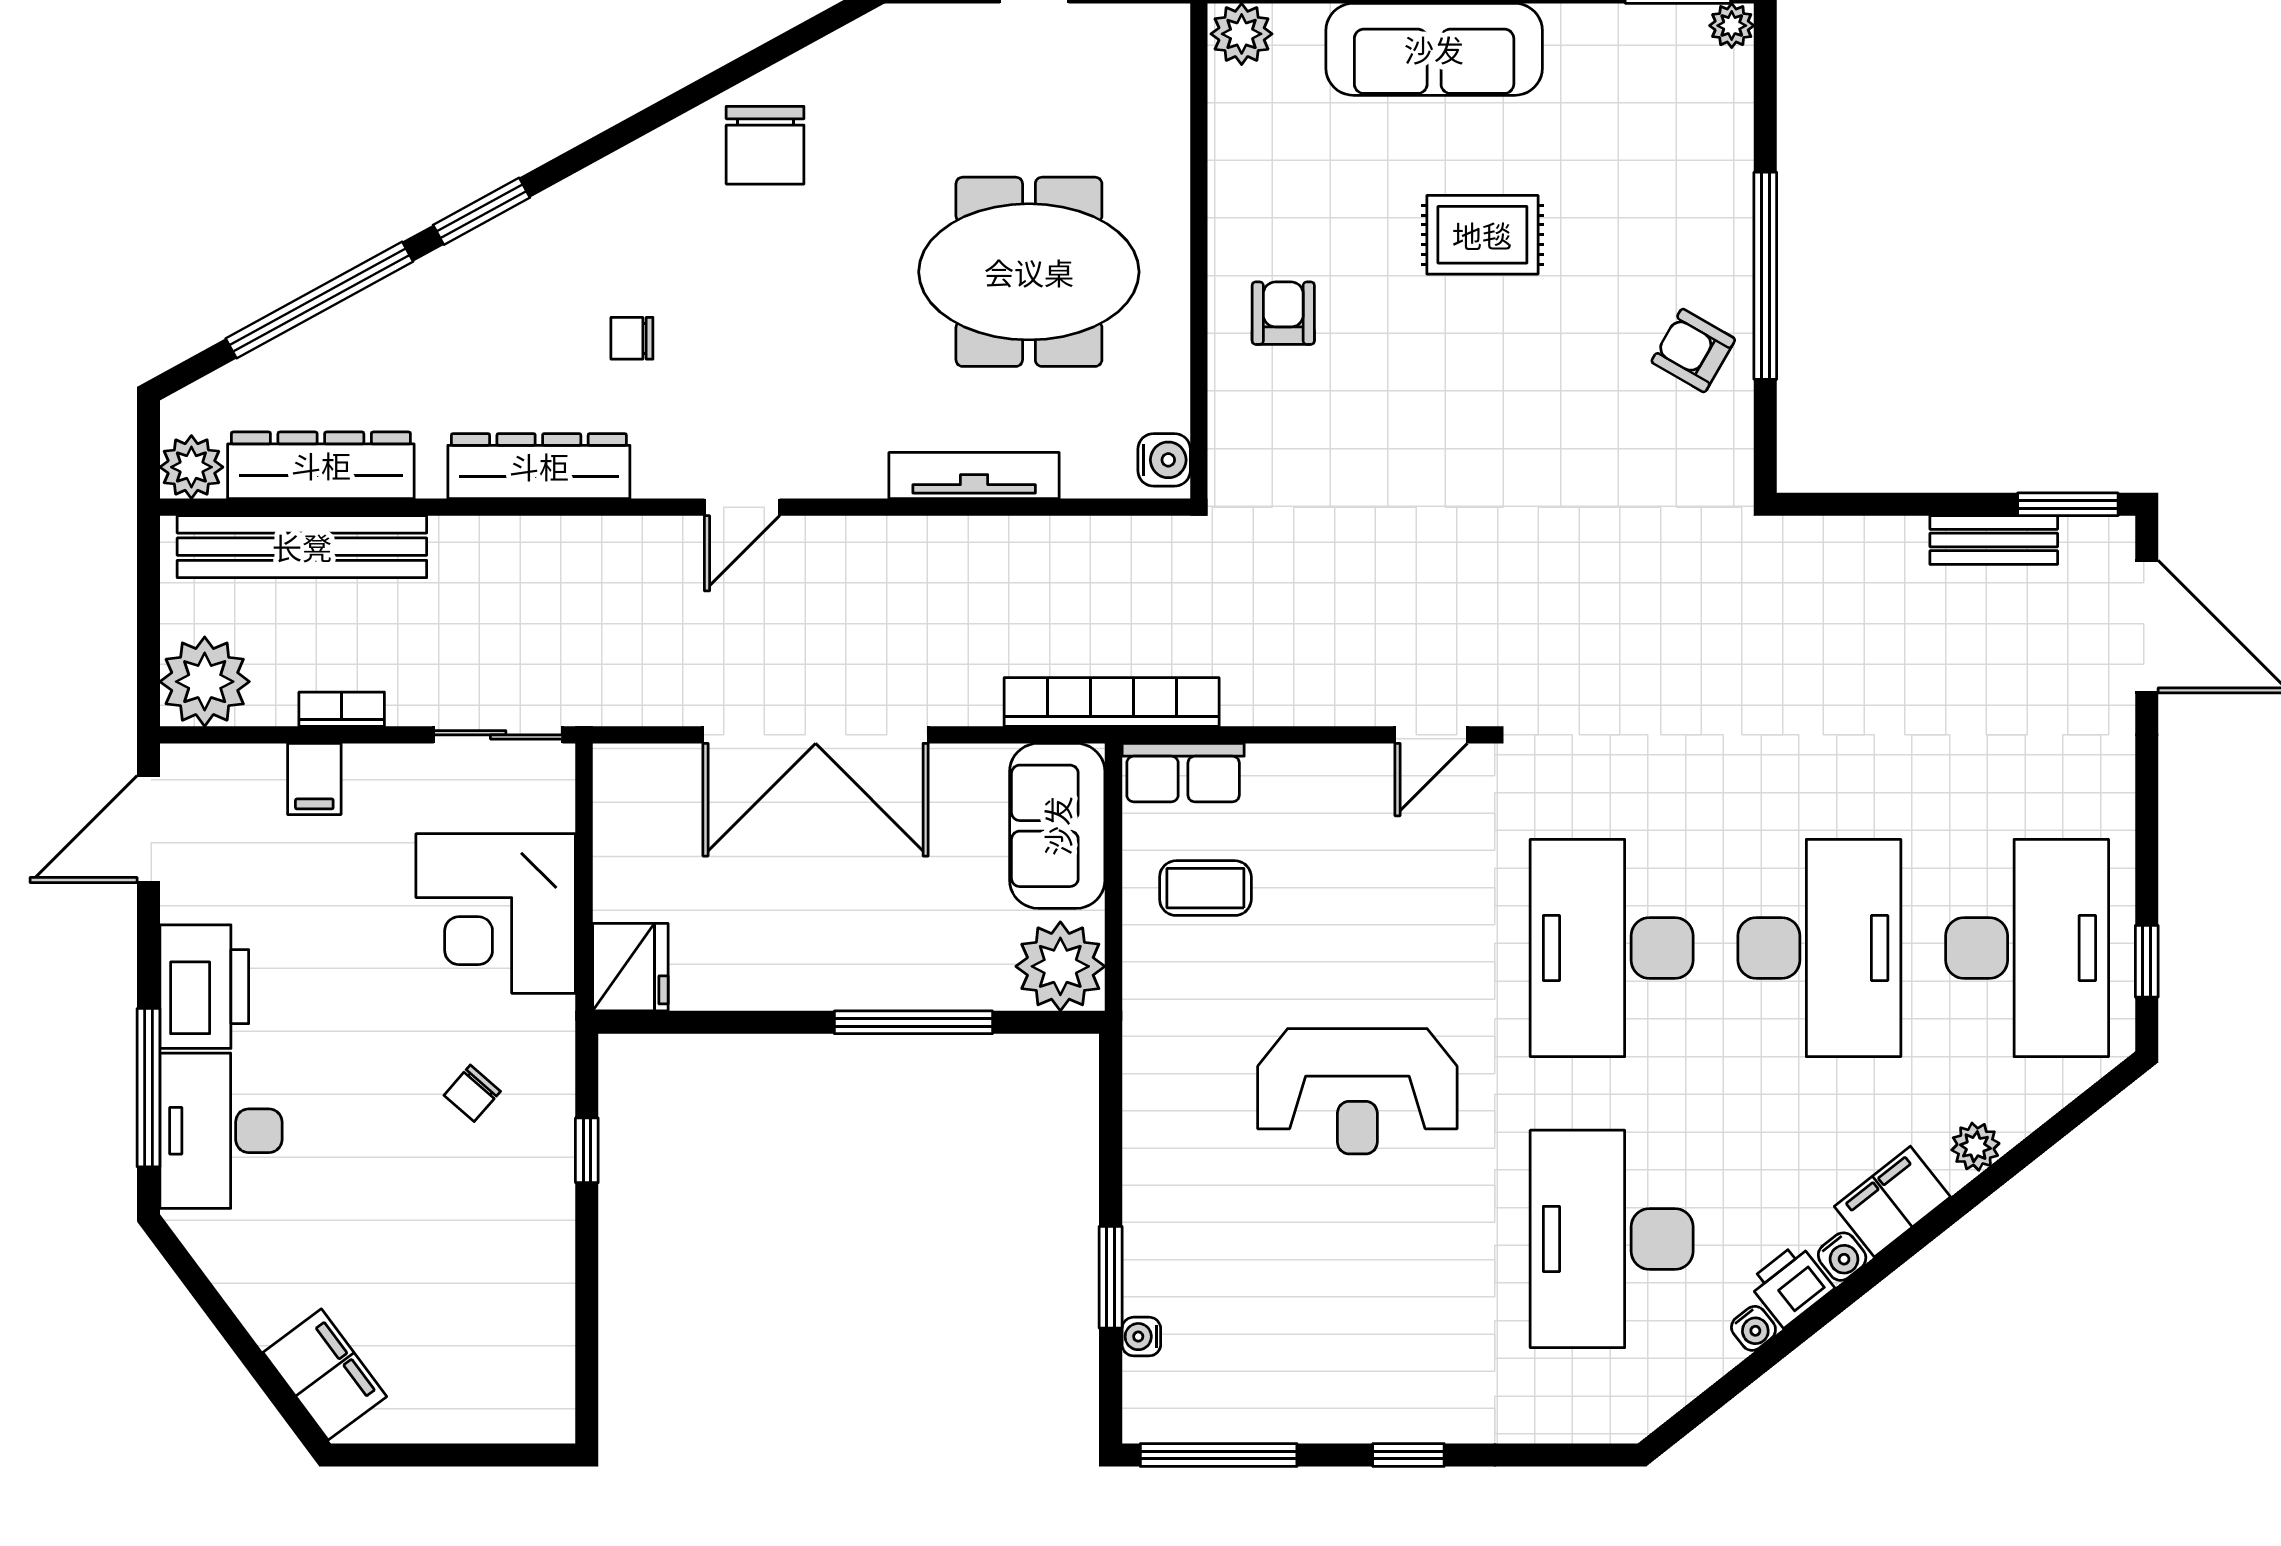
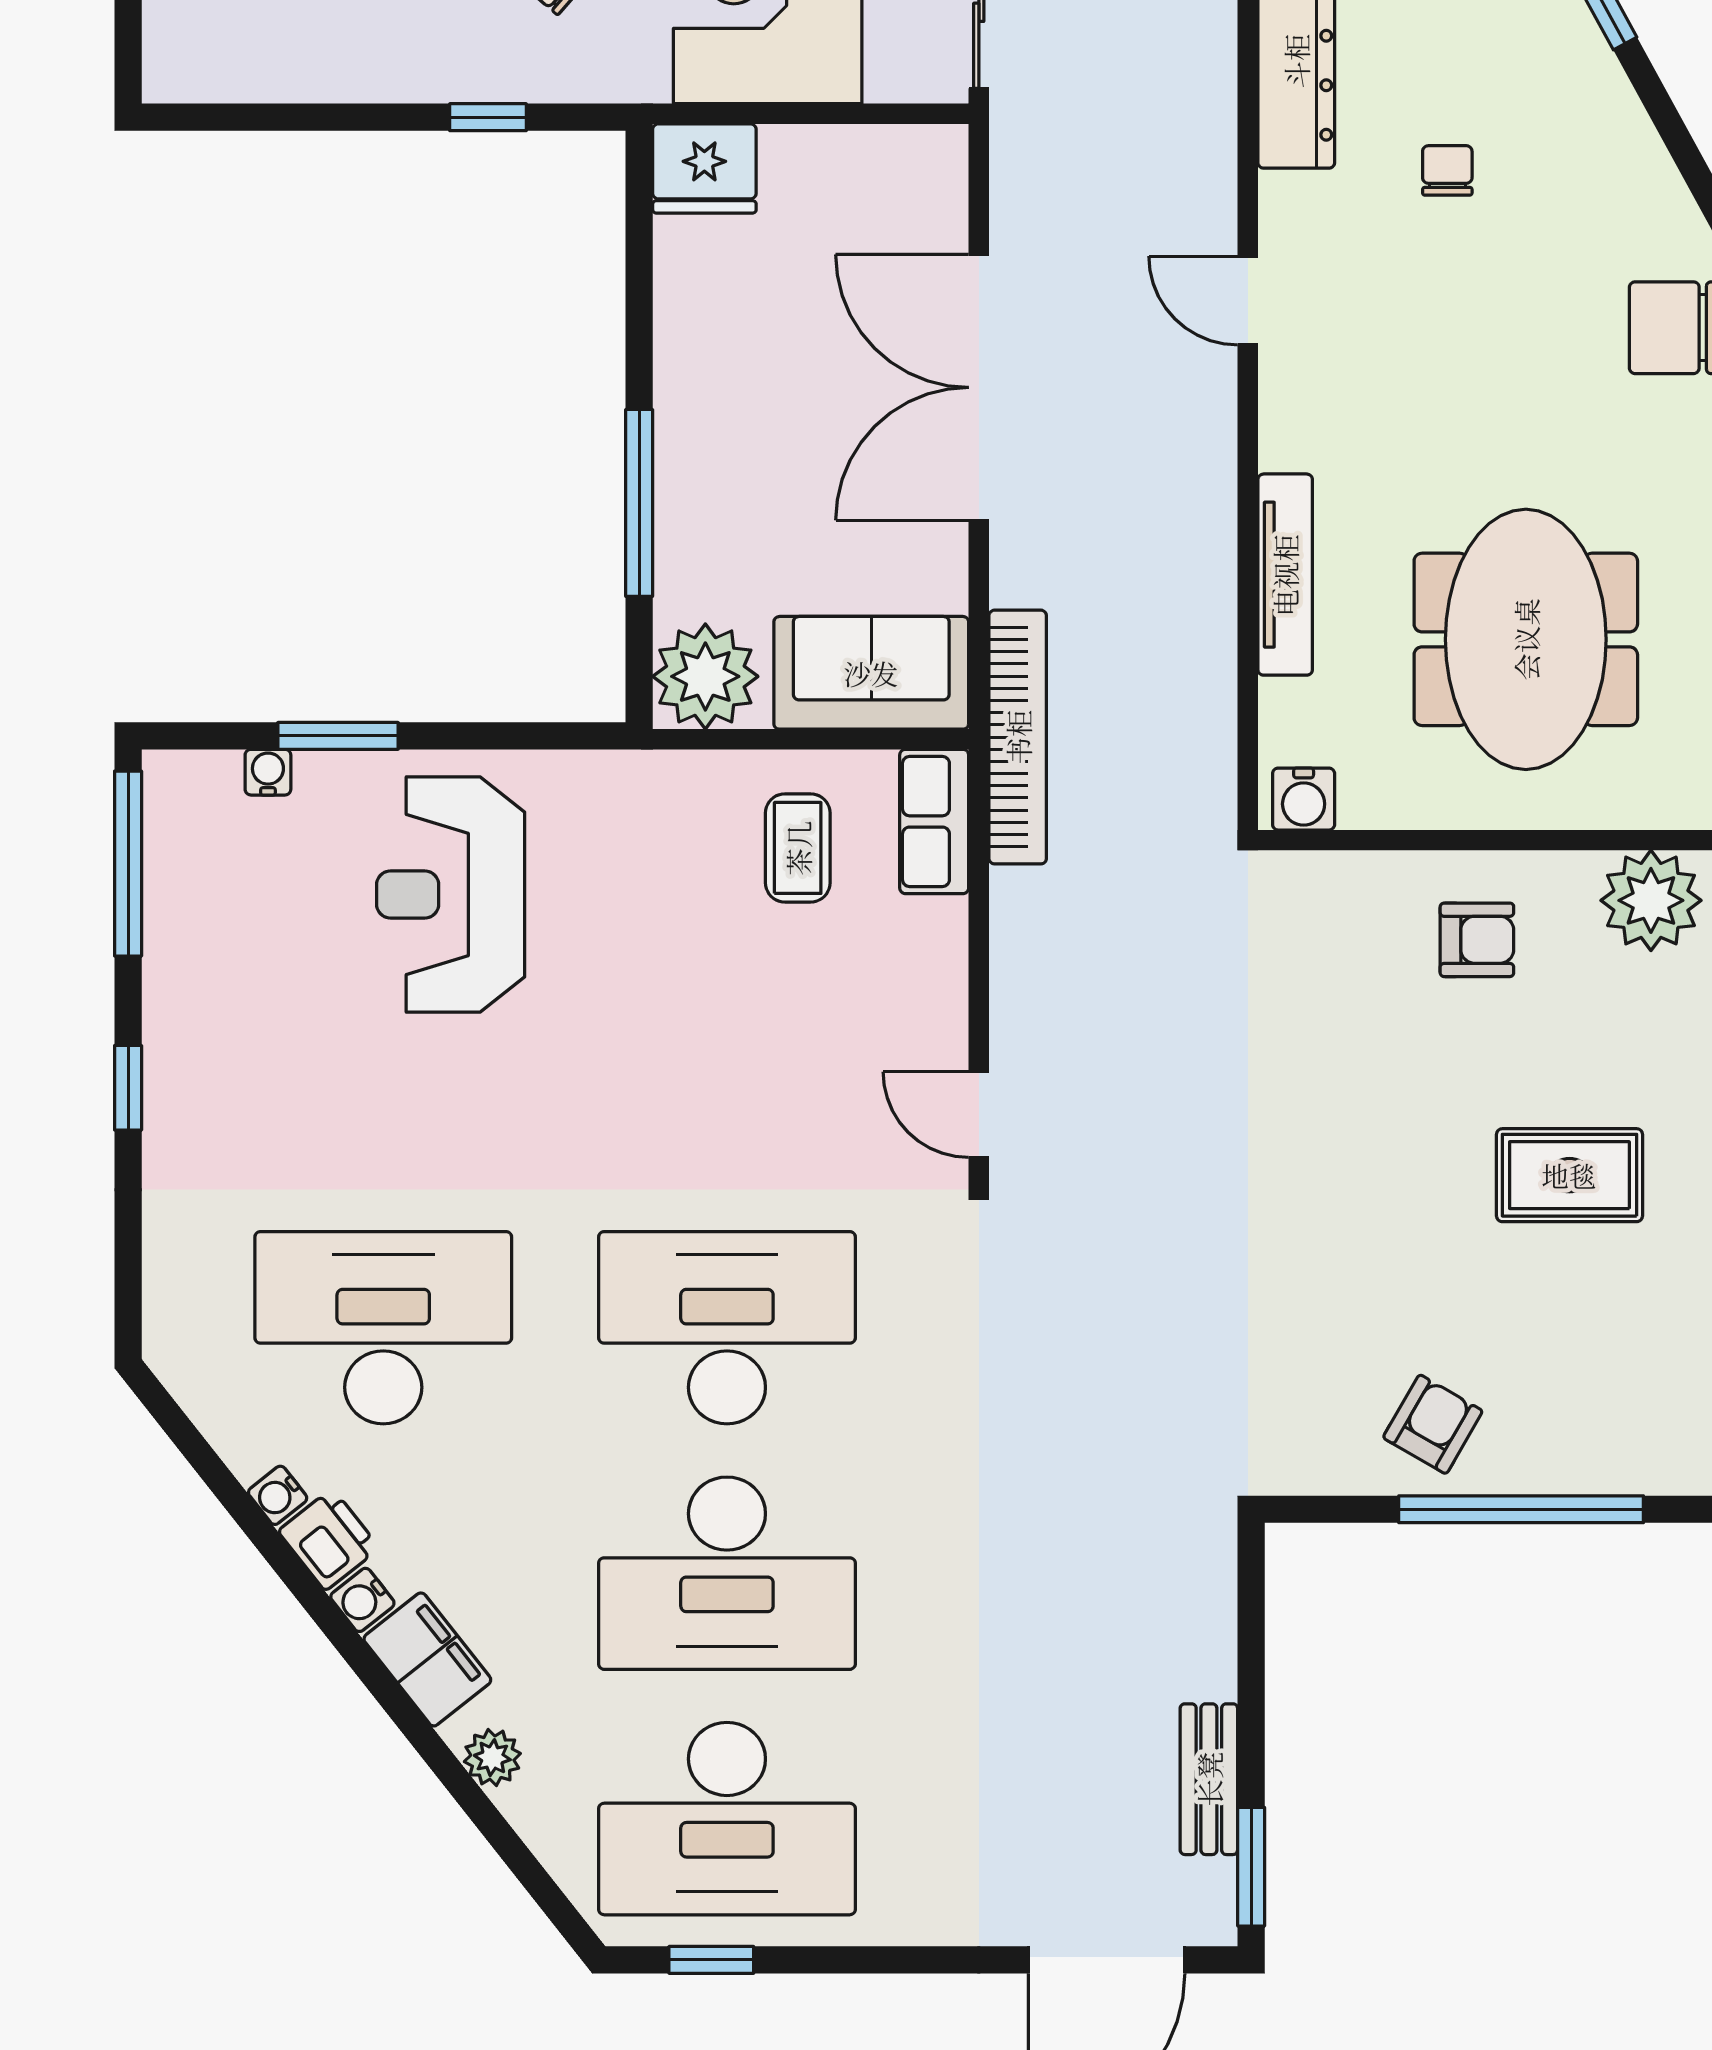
plant: (1250, 166) -> (1651, 900), added
rug: (1482, 235) -> (1569, 1175), turned 90
reception desk: (1357, 1091) -> (451, 895), moved

